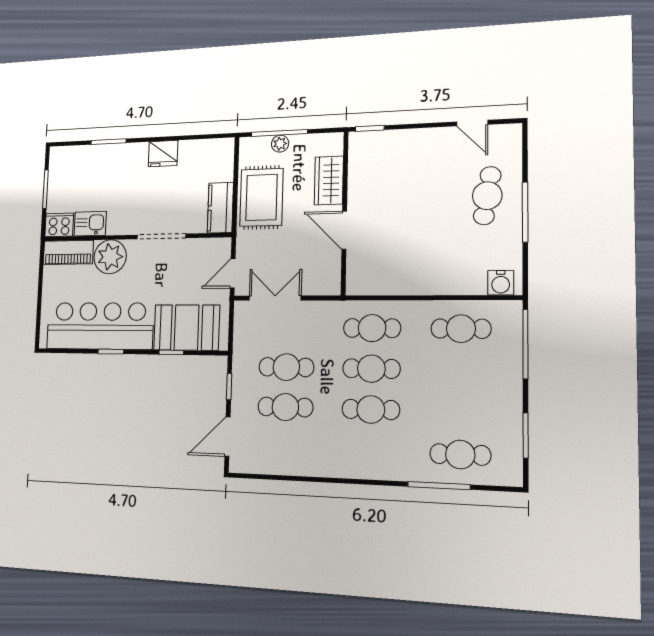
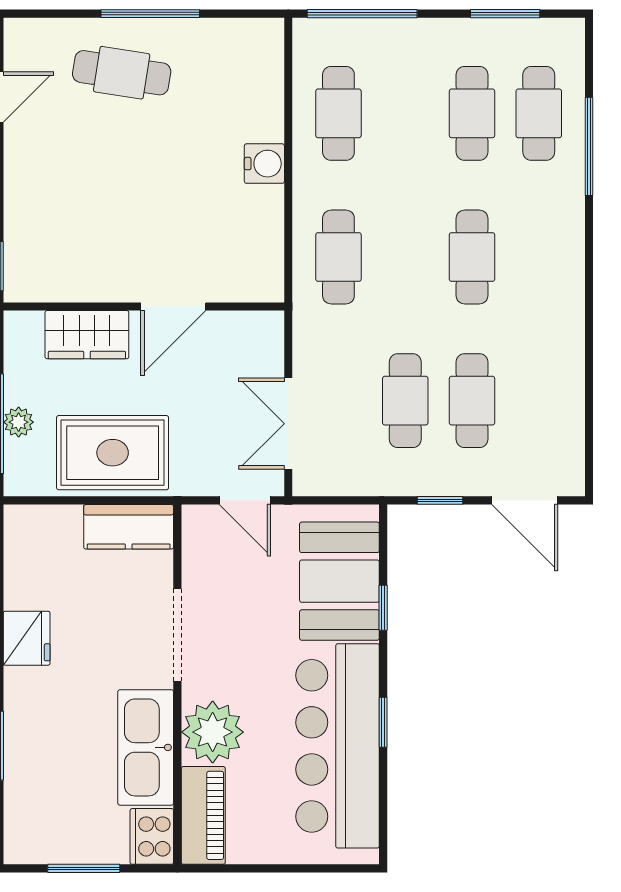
kitchen sink: (90, 224) -> (146, 747), width x1.87, depth x1.24
water cooler: (501, 283) -> (264, 164), moved
cafe table: (371, 369) -> (472, 113), moved

